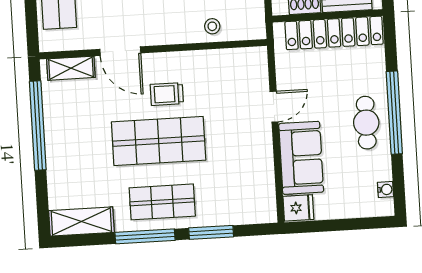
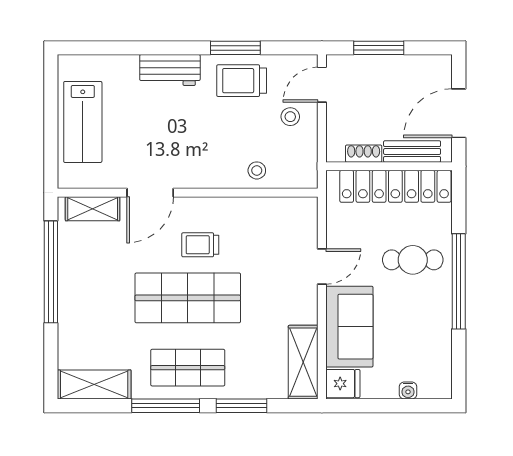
door: (120, 51) -> (150, 193), hinge flipped
cafe table: (366, 123) -> (413, 260), moved, turned 90
water cooler: (385, 190) -> (408, 390), moved, turned 90
shelving: (263, 191) -> (303, 362), added

